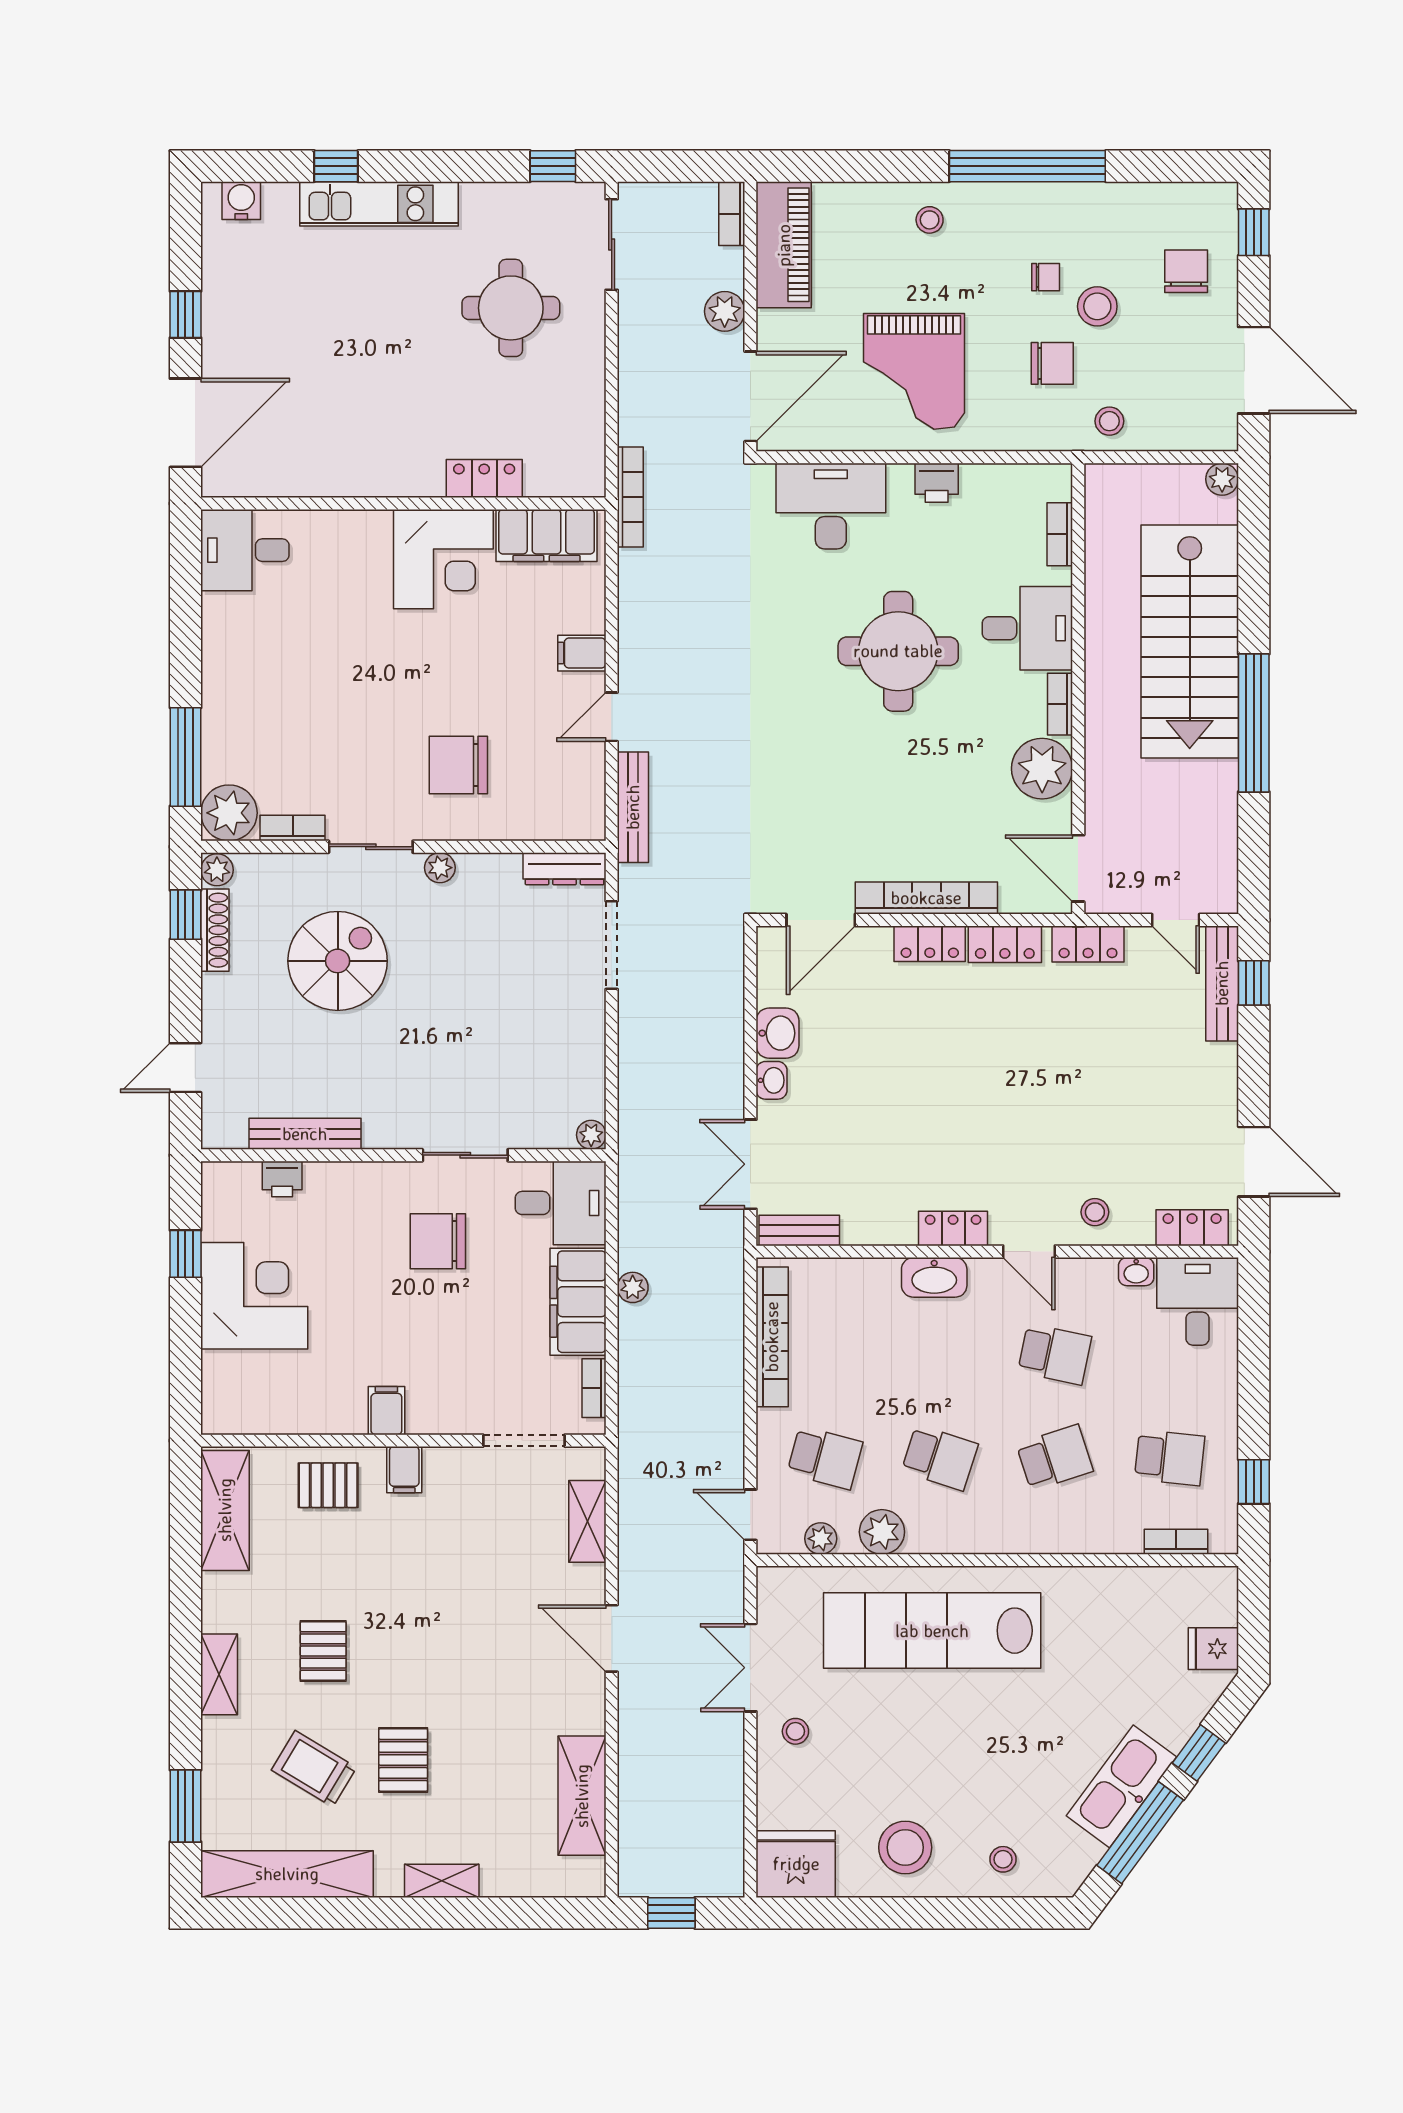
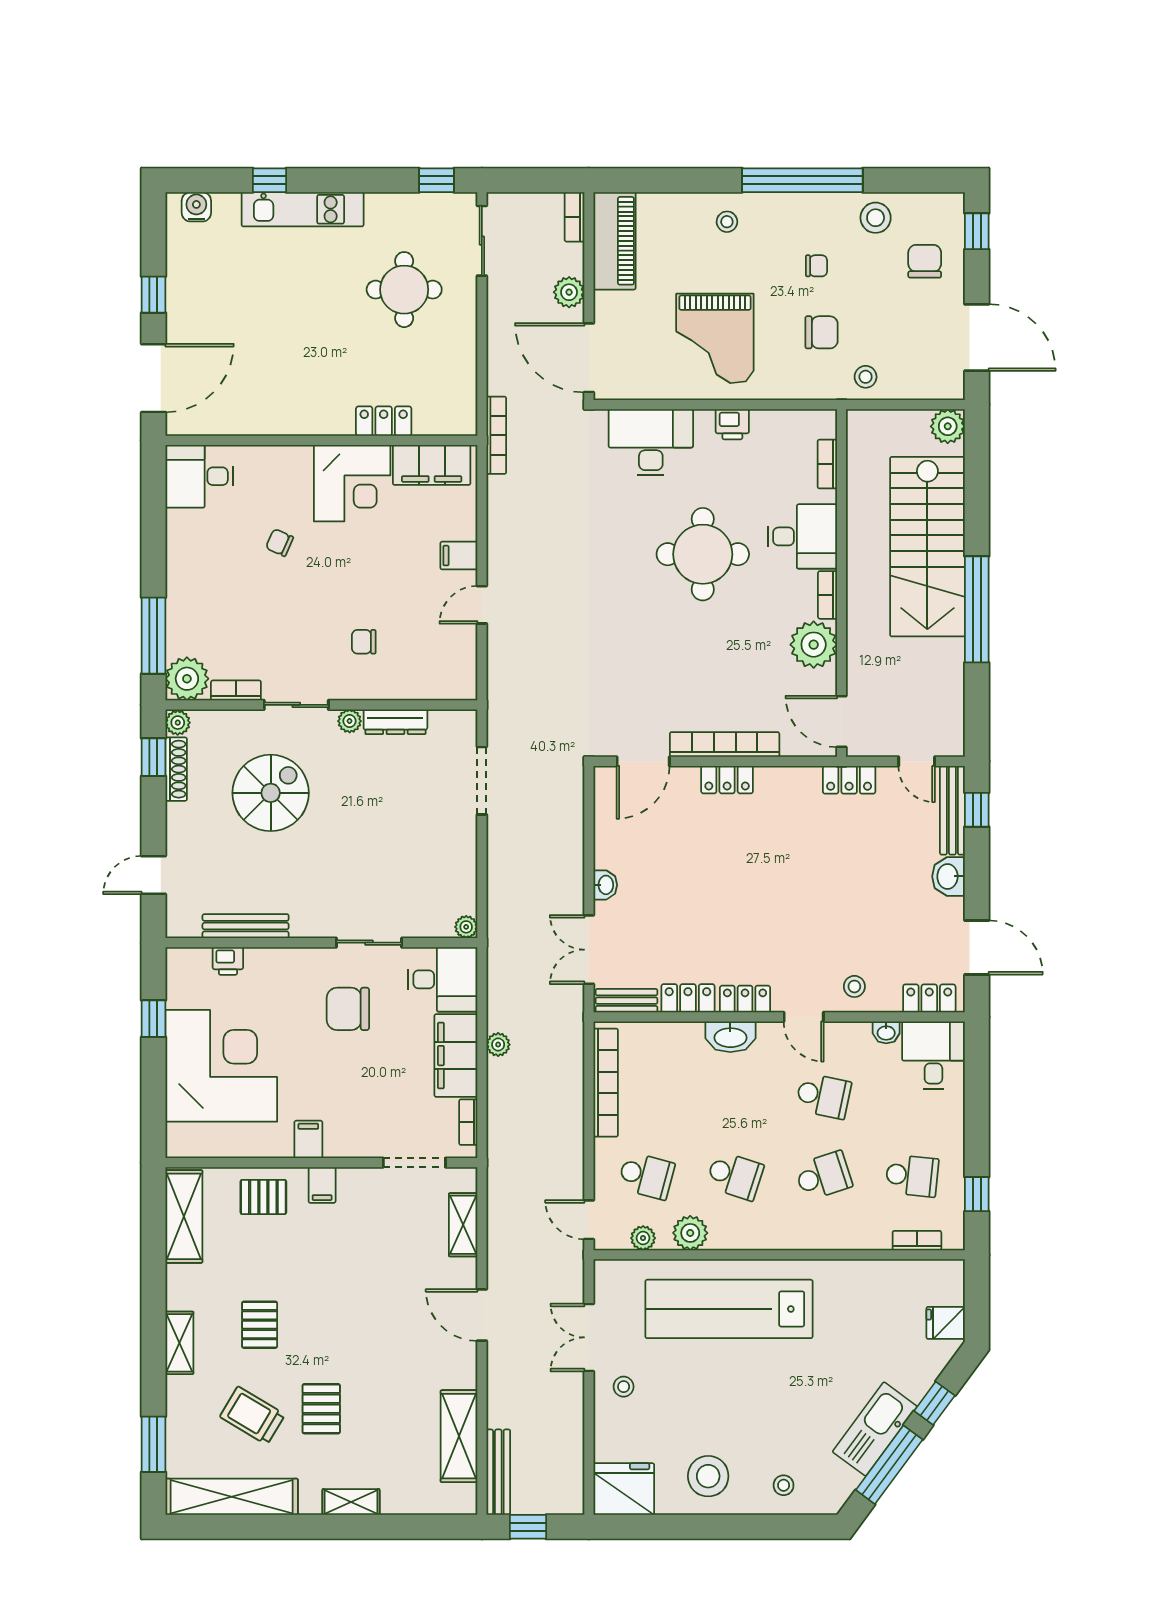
stool: (1097, 306) -> (876, 218), moved
door: (750, 396) -> (589, 358), swing flipped
plant: (1222, 479) -> (948, 426), width x1.38, depth x1.38
chair: (349, 636) -> (280, 543), added
chair: (458, 765) -> (364, 642), width x0.54, depth x0.54
bench: (633, 807) -> (498, 1472), moved
dresser: (565, 869) -> (395, 722), moved
locker: (1005, 944) -> (688, 998), moved, turned 180
washbasin: (778, 1033) -> (948, 876), moved, turned 180
corner desk: (254, 1296) -> (221, 1066), width x1.36, depth x1.36

